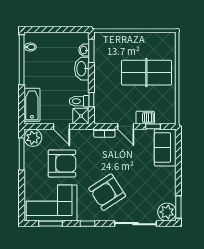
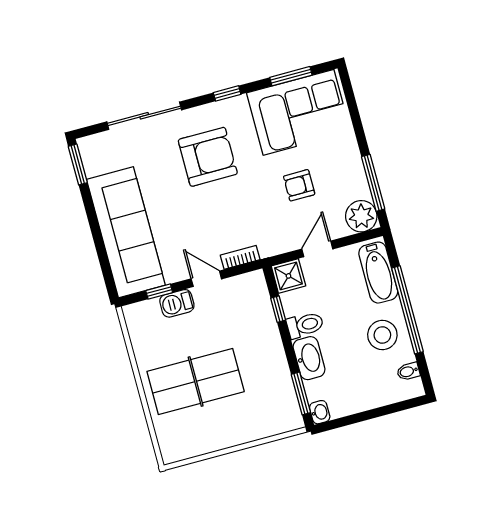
washbasin: (84, 50) -> (320, 412), moved
window: (22, 60) -> (407, 310), moved
stool: (39, 70) -> (382, 335), added
toilet: (79, 101) -> (305, 325), moved
door: (61, 126) -> (317, 249), hinge flipped
sofa: (165, 148) -> (126, 232), width x1.85, depth x1.27
armchair: (62, 163) -> (299, 185), width x0.53, depth x0.53
armchair: (107, 192) -> (208, 157), turned 33
plant: (167, 212) -> (95, 150), removed

